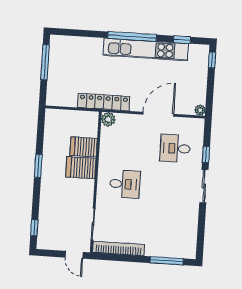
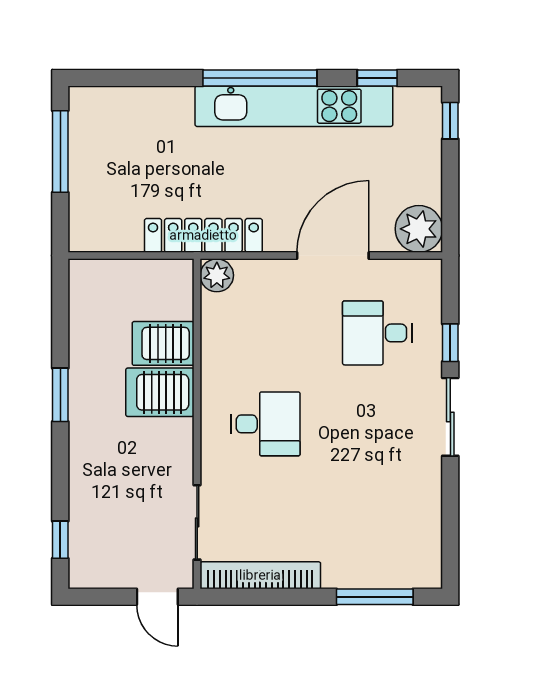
plant: (200, 110) -> (419, 229), width x1.87, depth x1.87

